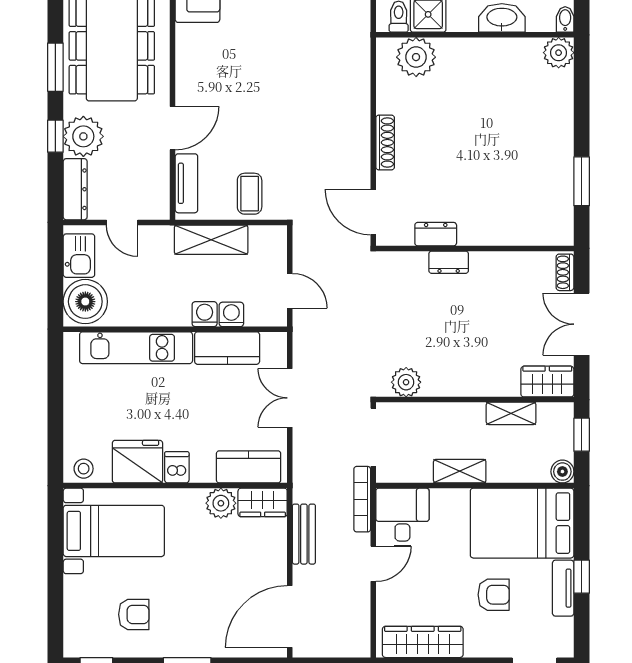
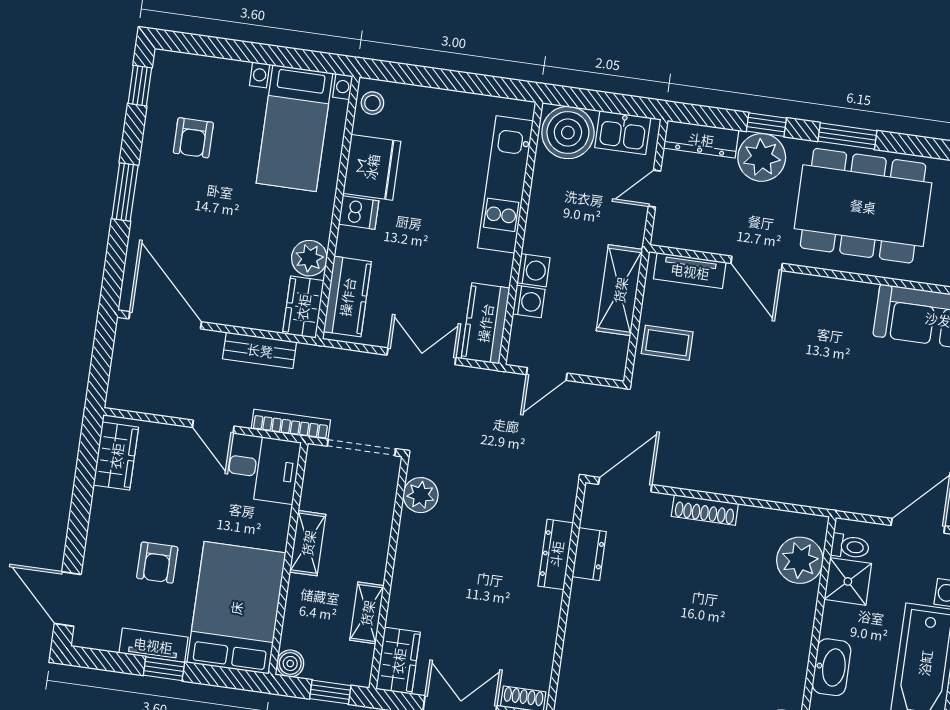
dresser: (449, 262) -> (556, 554), width x1.44
kitchen counter: (227, 348) -> (485, 323), moved
wardrobe: (423, 642) -> (116, 456), width x0.67

